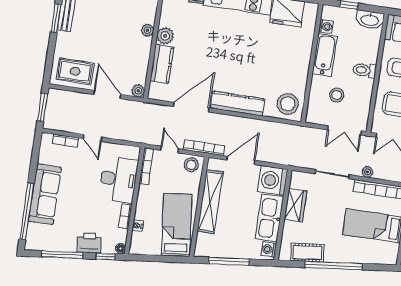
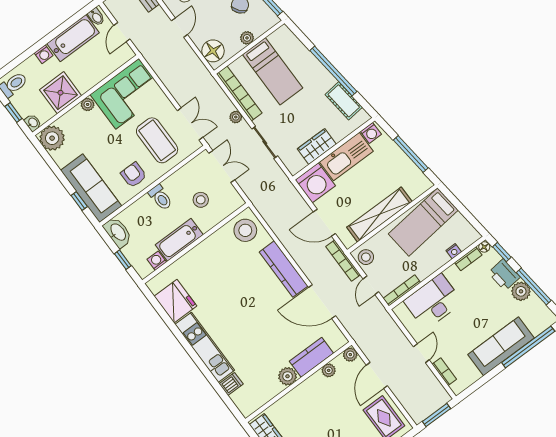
plant: (148, 30) -> (329, 370), moved
bookcase: (125, 216) -> (468, 259), moved
plant: (68, 243) -> (521, 291), added

